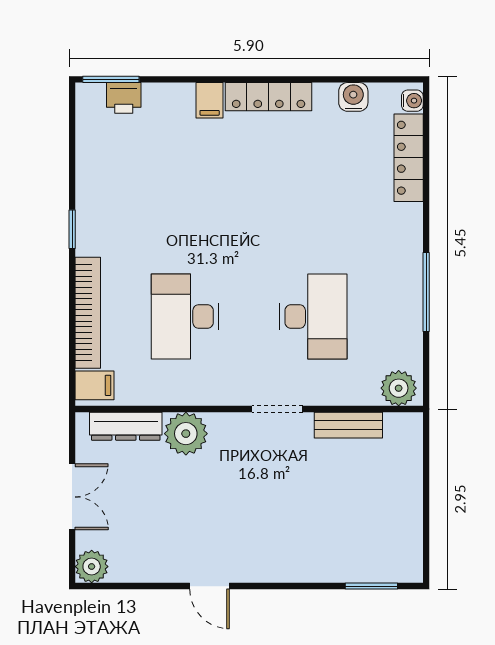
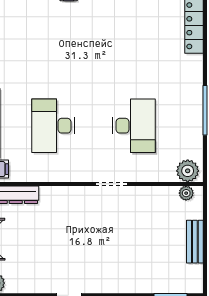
bench: (348, 425) -> (195, 242), moved, turned 90
plant: (186, 434) -> (186, 193), moved, width x0.53, depth x0.53

